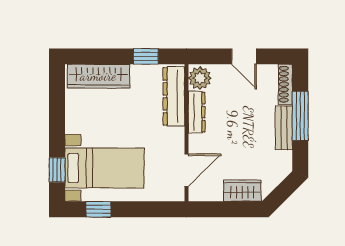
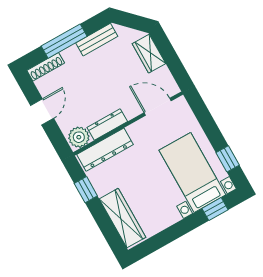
bench: (284, 128) -> (97, 40), moved

